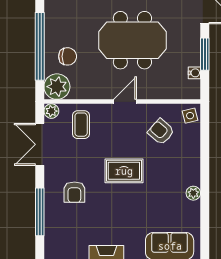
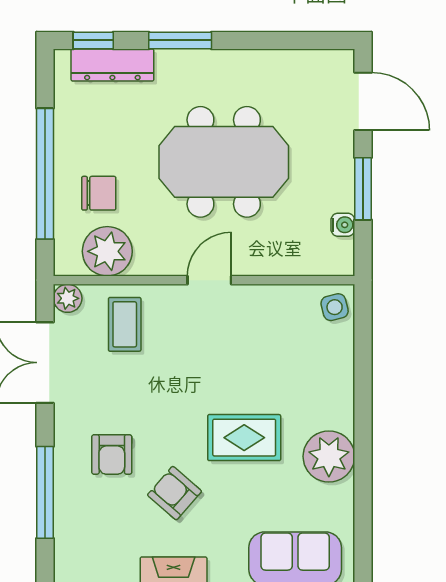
plant: (57, 87) -> (107, 251), moved
armchair: (161, 132) -> (175, 493), moved
rug: (124, 171) -> (244, 438), moved
plant: (193, 193) -> (329, 456), width x1.87, depth x1.87

